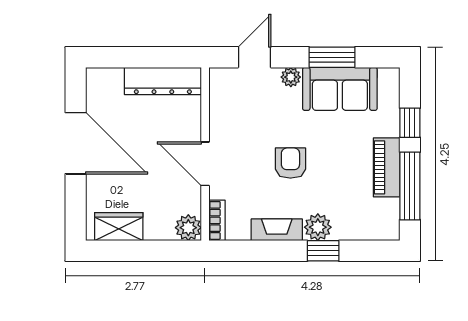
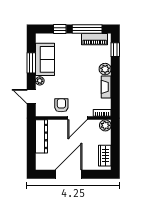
armchair: (290, 163) -> (61, 105), moved, turned 90
piano: (387, 167) -> (95, 39), moved
window: (323, 251) -> (115, 50), moved

